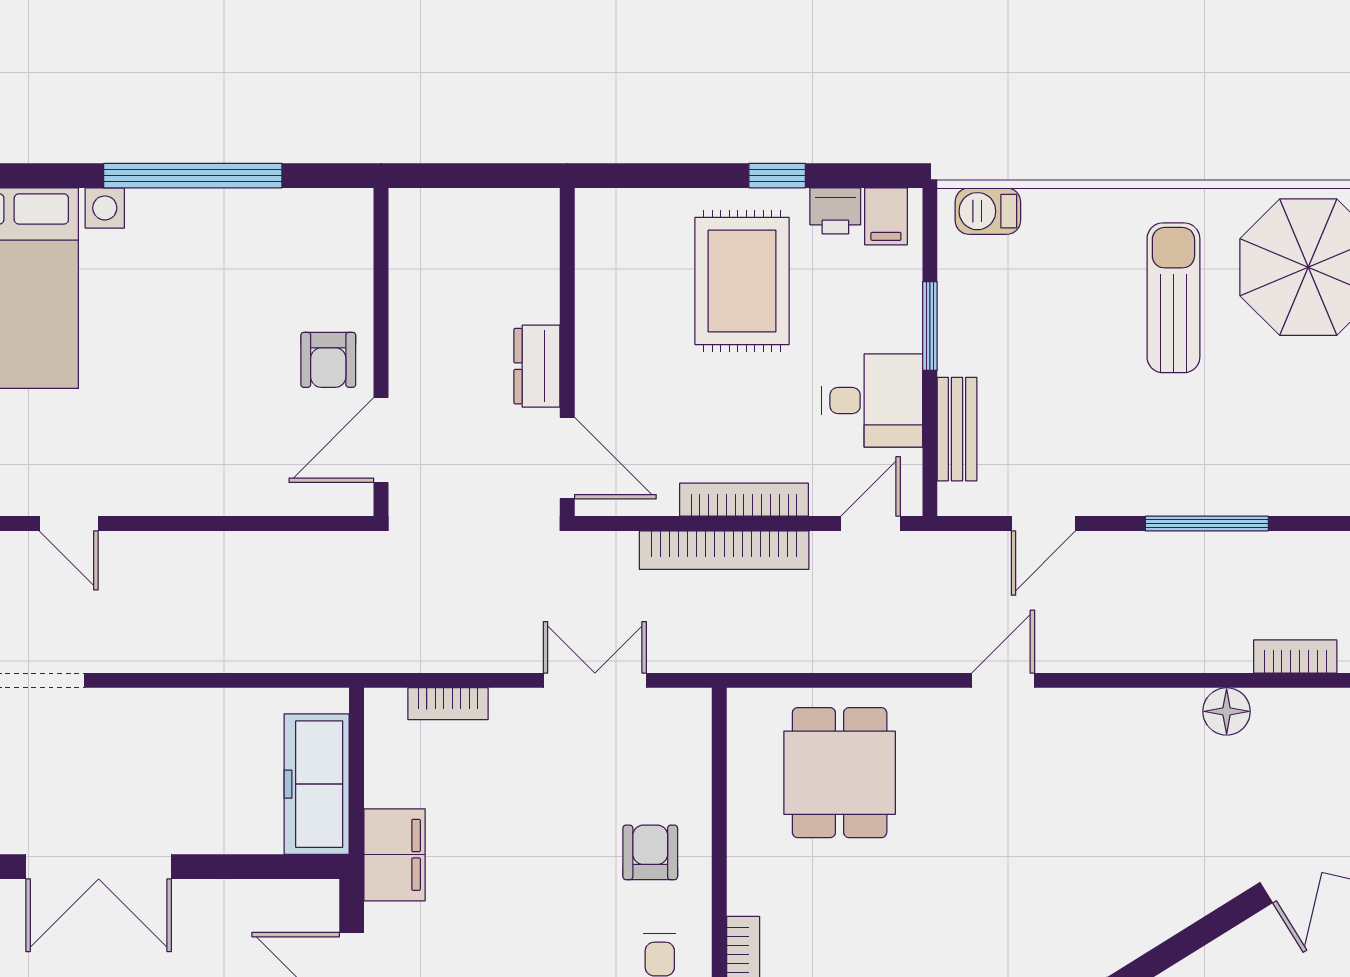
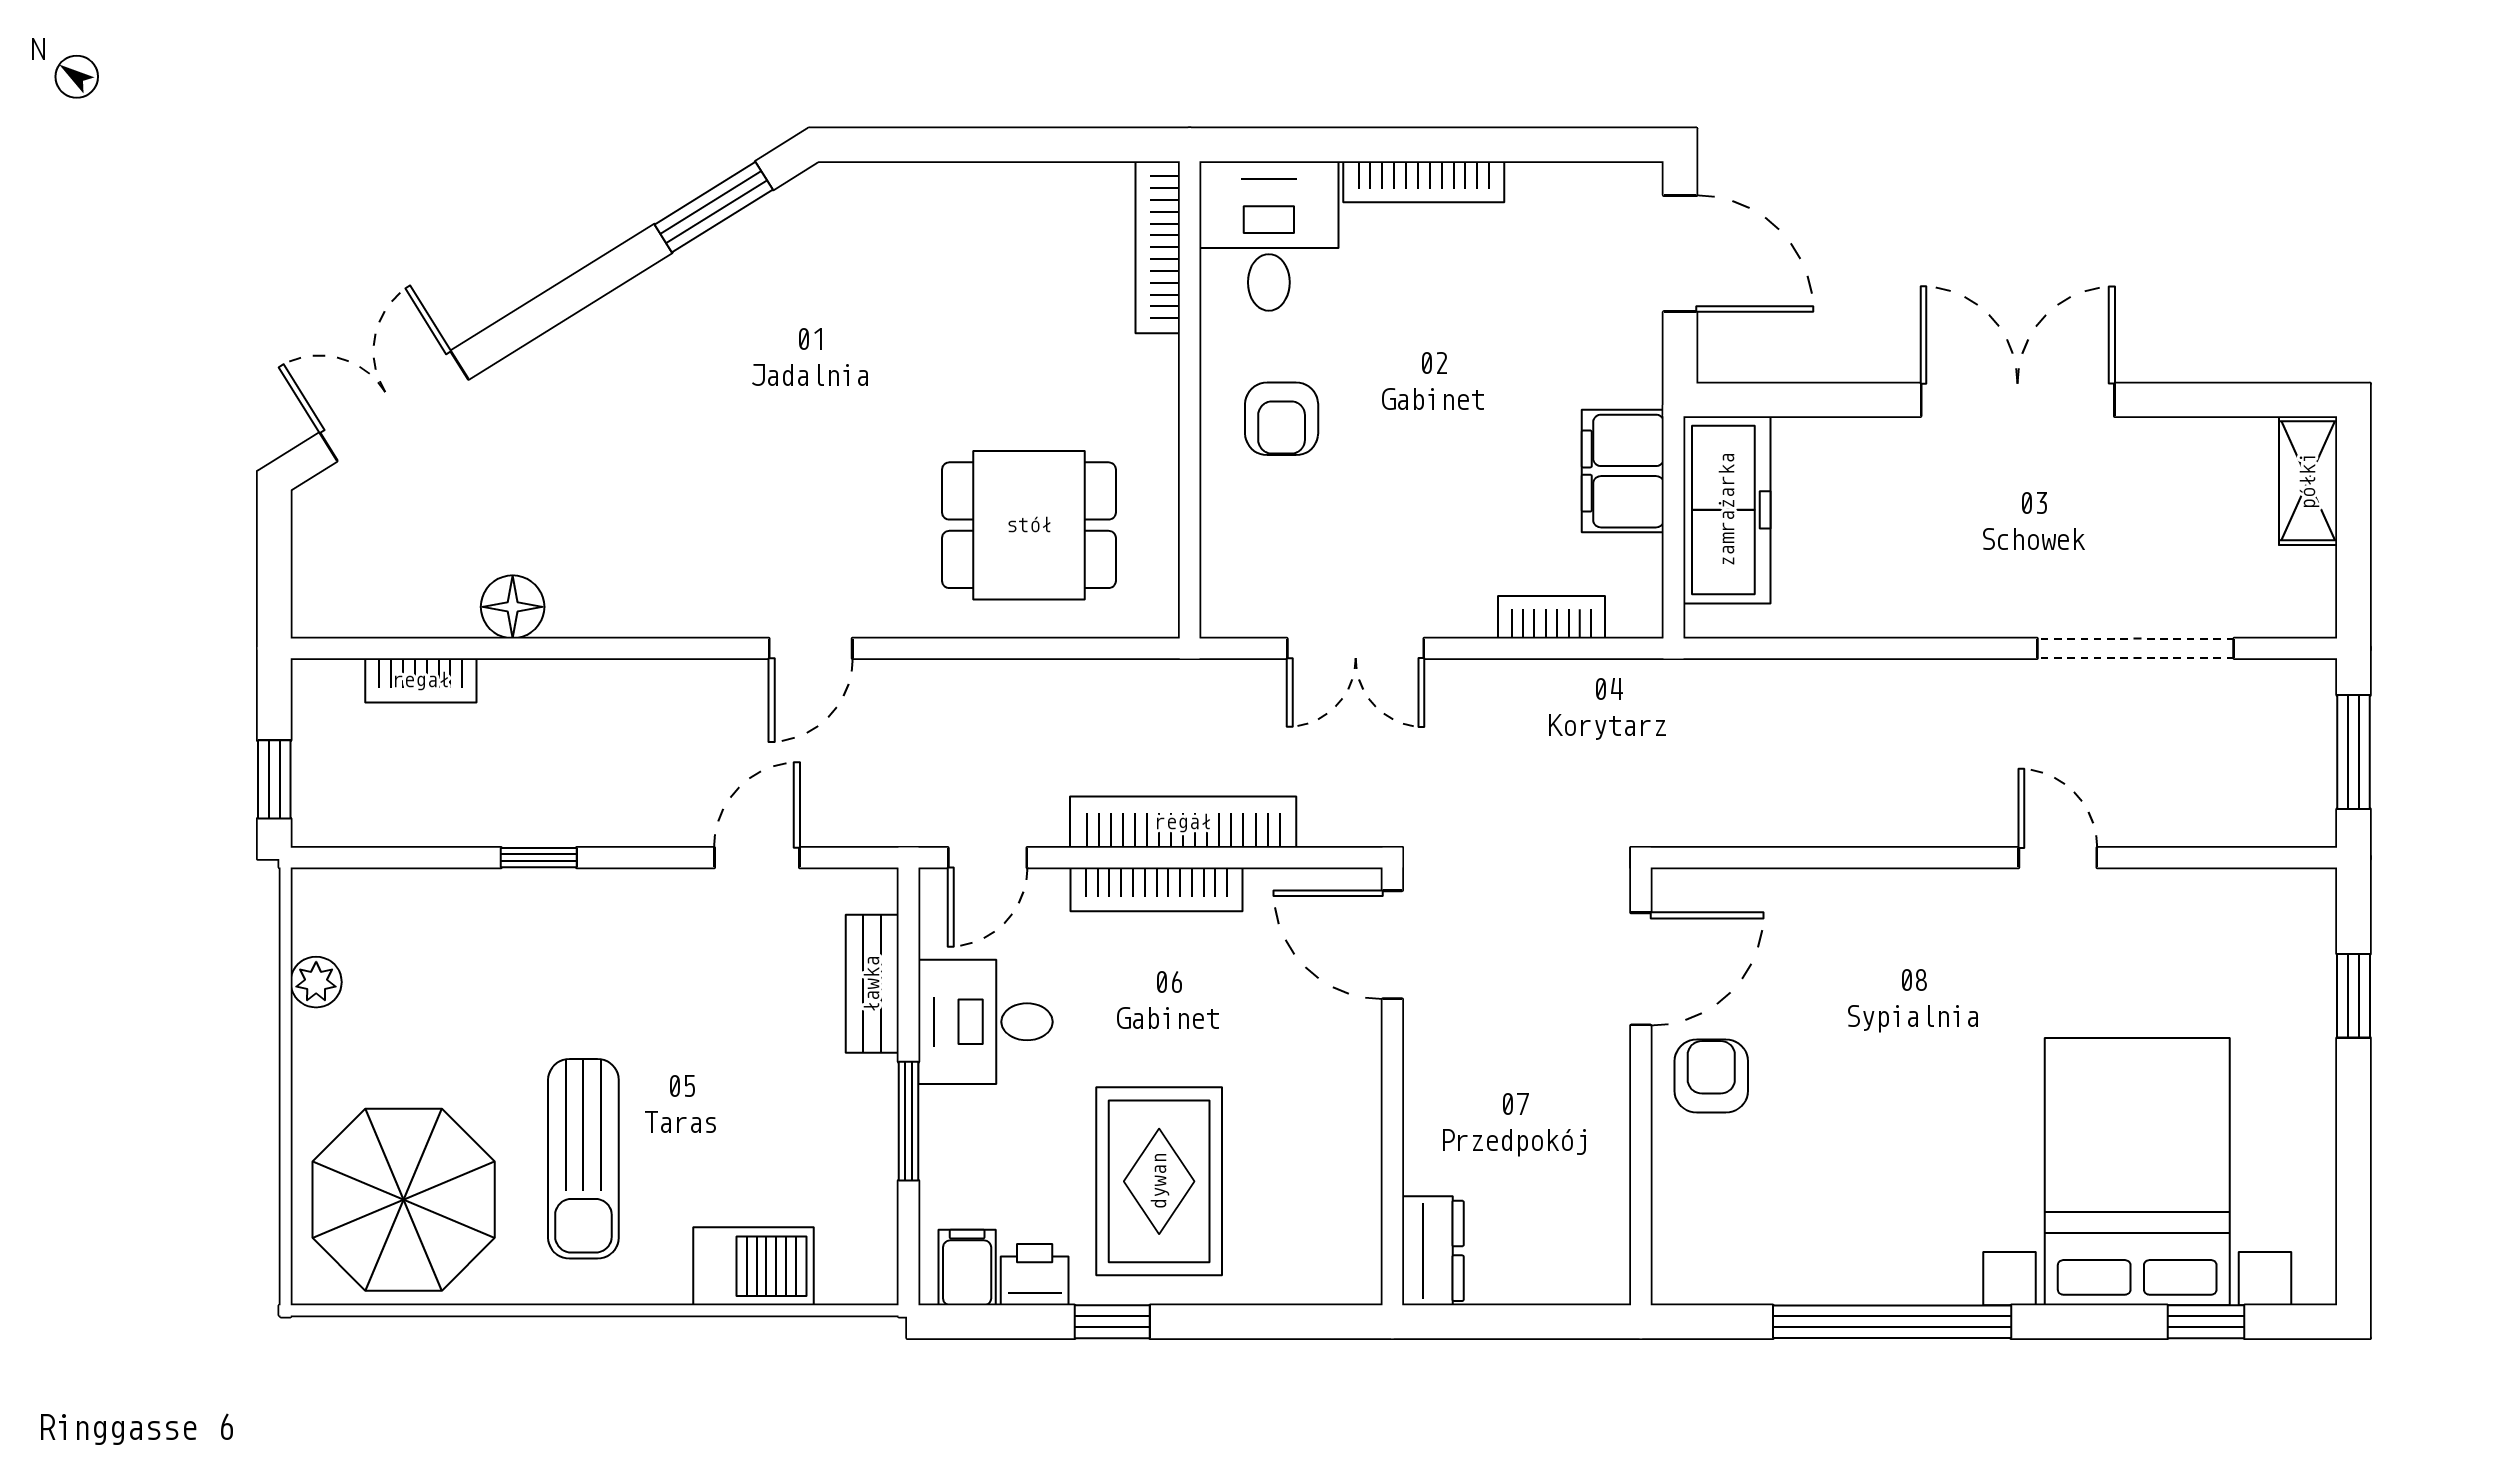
barbecue: (988, 211) -> (753, 1266), moved, width x1.38, depth x1.27
dresser: (537, 366) -> (1433, 1251), moved
window: (1207, 524) -> (539, 858), width x0.46
dining table: (840, 773) -> (1029, 525), turned 90
filing cabinet: (395, 855) -> (1623, 471), moved

